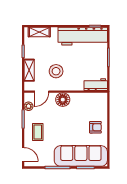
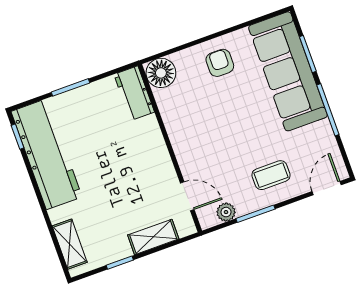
stool: (56, 71) -> (136, 182), removed
floor lamp: (63, 100) -> (161, 73), moved

